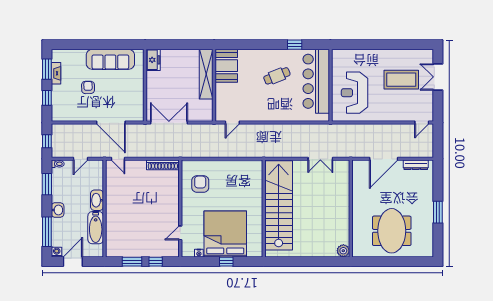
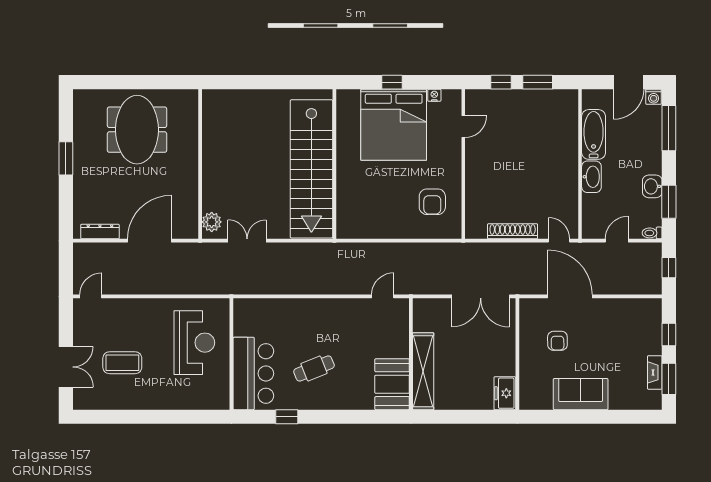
sofa: (110, 59) -> (581, 394), width x0.73
coffee table: (401, 80) -> (122, 363), width x0.73, depth x0.76
bar counter: (316, 81) -> (253, 373), width x0.73
armchair: (88, 87) -> (557, 341), moved
shoe rack: (163, 165) -> (513, 231), moved
washbasin: (58, 210) -> (652, 186), moved
plant: (343, 251) -> (212, 222), moved

